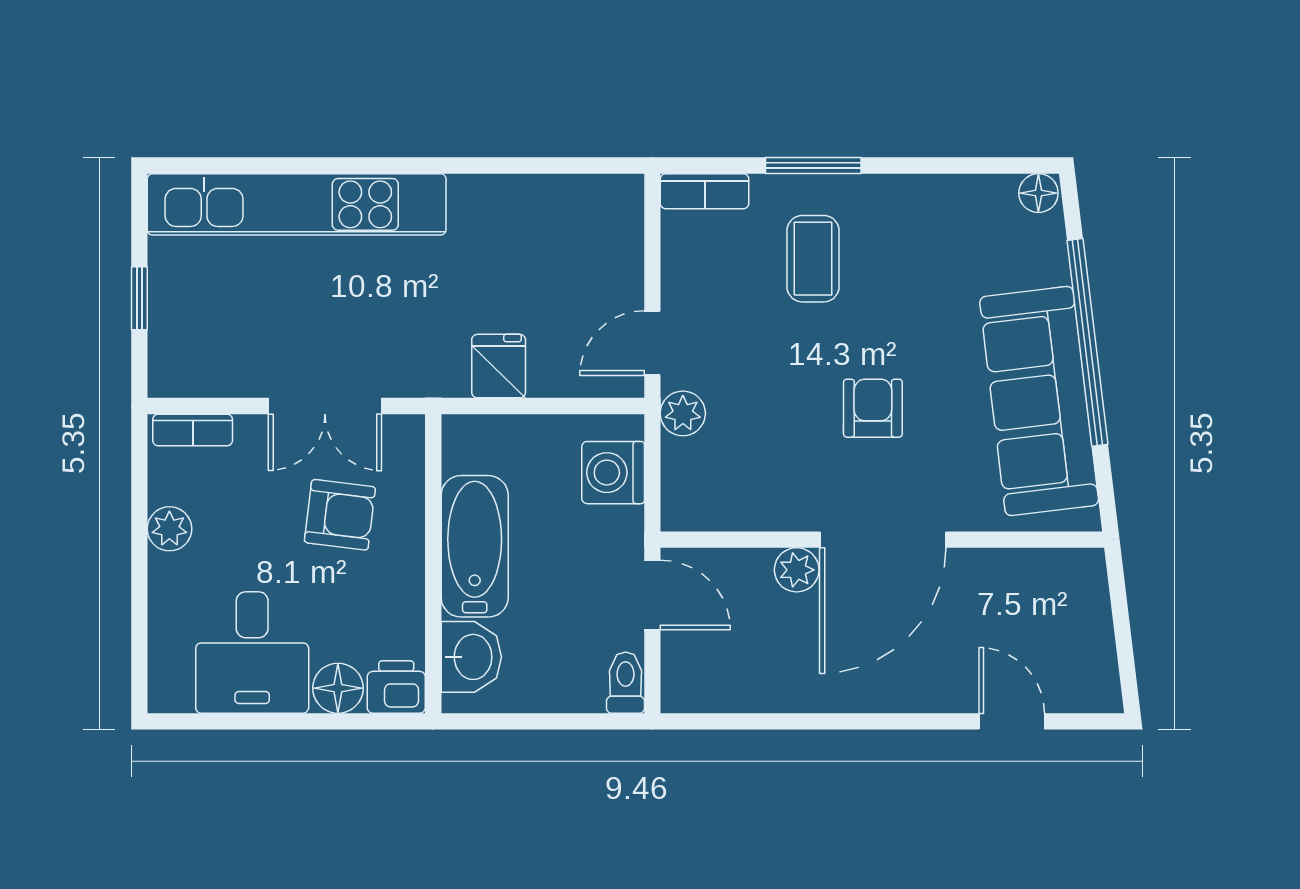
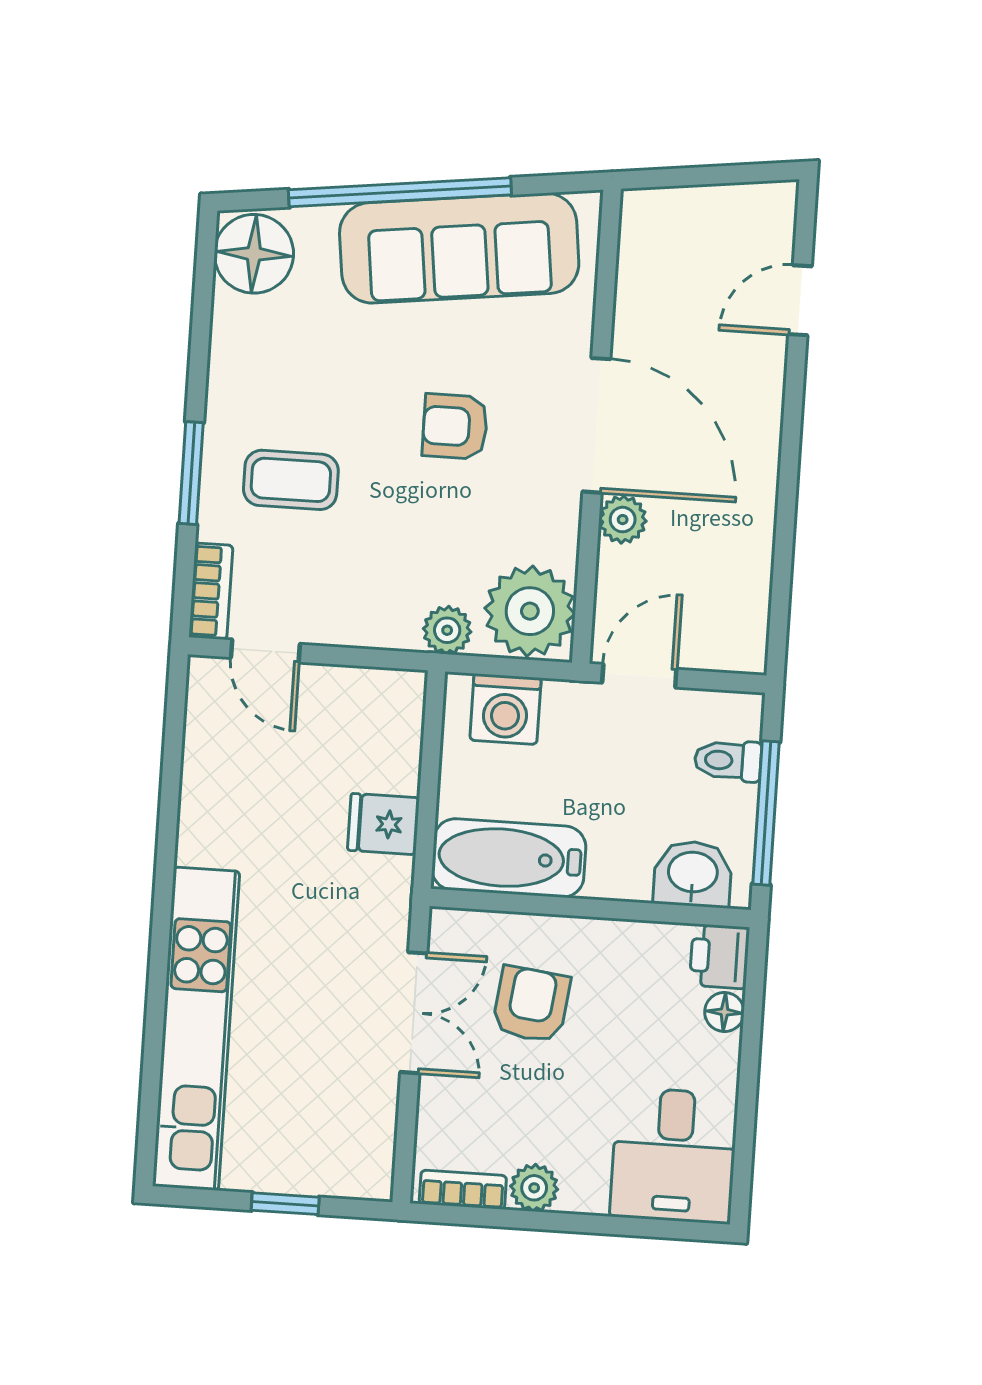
floor lamp: (1038, 193) -> (254, 254), width x1.89, depth x1.89
door: (652, 343) -> (265, 651), moved
bookcase: (193, 430) -> (463, 1190), moved, turned -90
plant: (706, 489) -> (530, 611), added
bathtub: (475, 546) -> (509, 858), moved
desk: (252, 652) -> (674, 1156), moved, turned 90
toilet: (626, 683) -> (728, 761), moved
floor lamp: (338, 688) -> (724, 1012), width x0.73, depth x0.73
window: (533, 721) -> (766, 813), added

